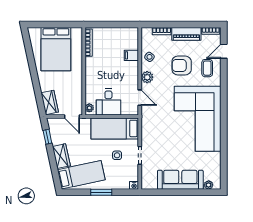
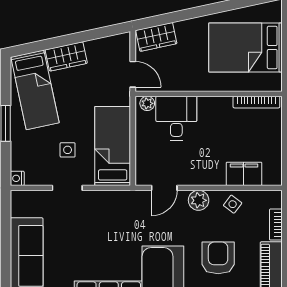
filing cabinet: (131, 55) -> (244, 174), width x2.00
desk: (108, 102) -> (176, 118), moved, turned 90
door: (72, 116) -> (133, 74), swing flipped
window: (47, 137) -> (99, 33), removed

